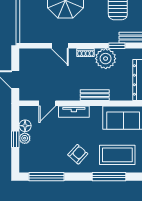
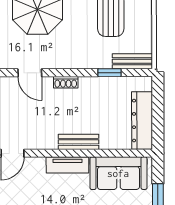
plant: (106, 59) -> (94, 91), removed
tv unit: (74, 112) -> (67, 165), moved

